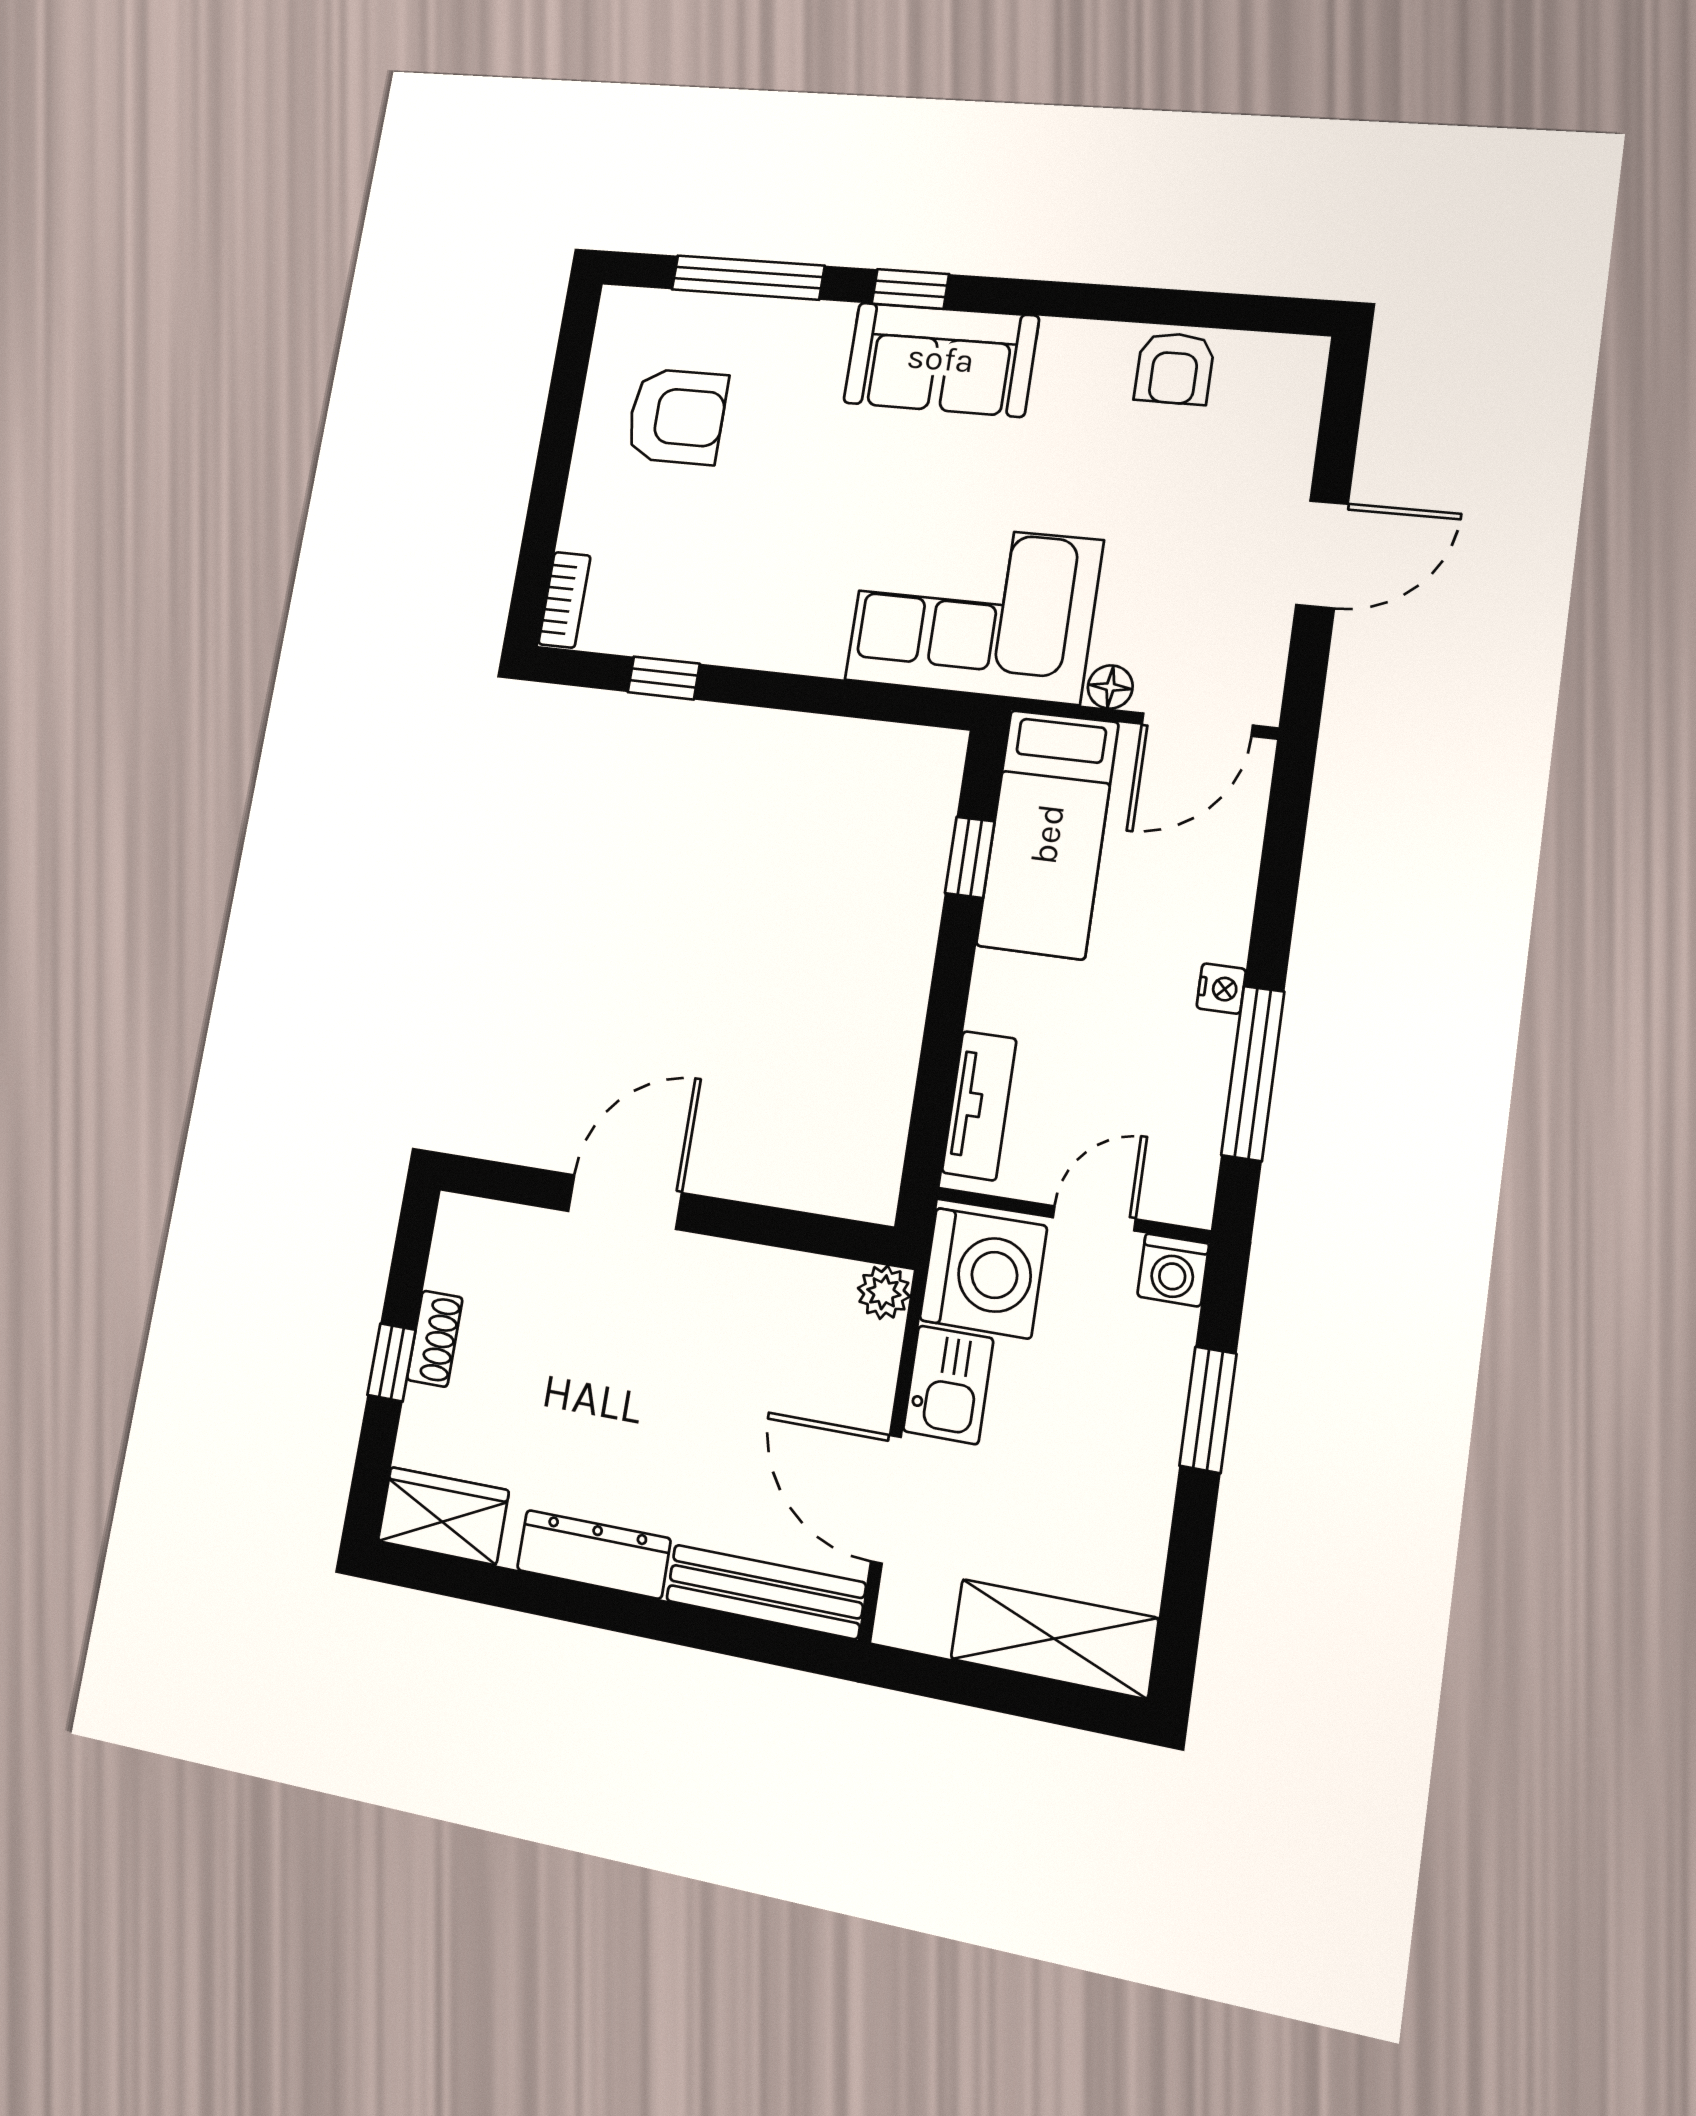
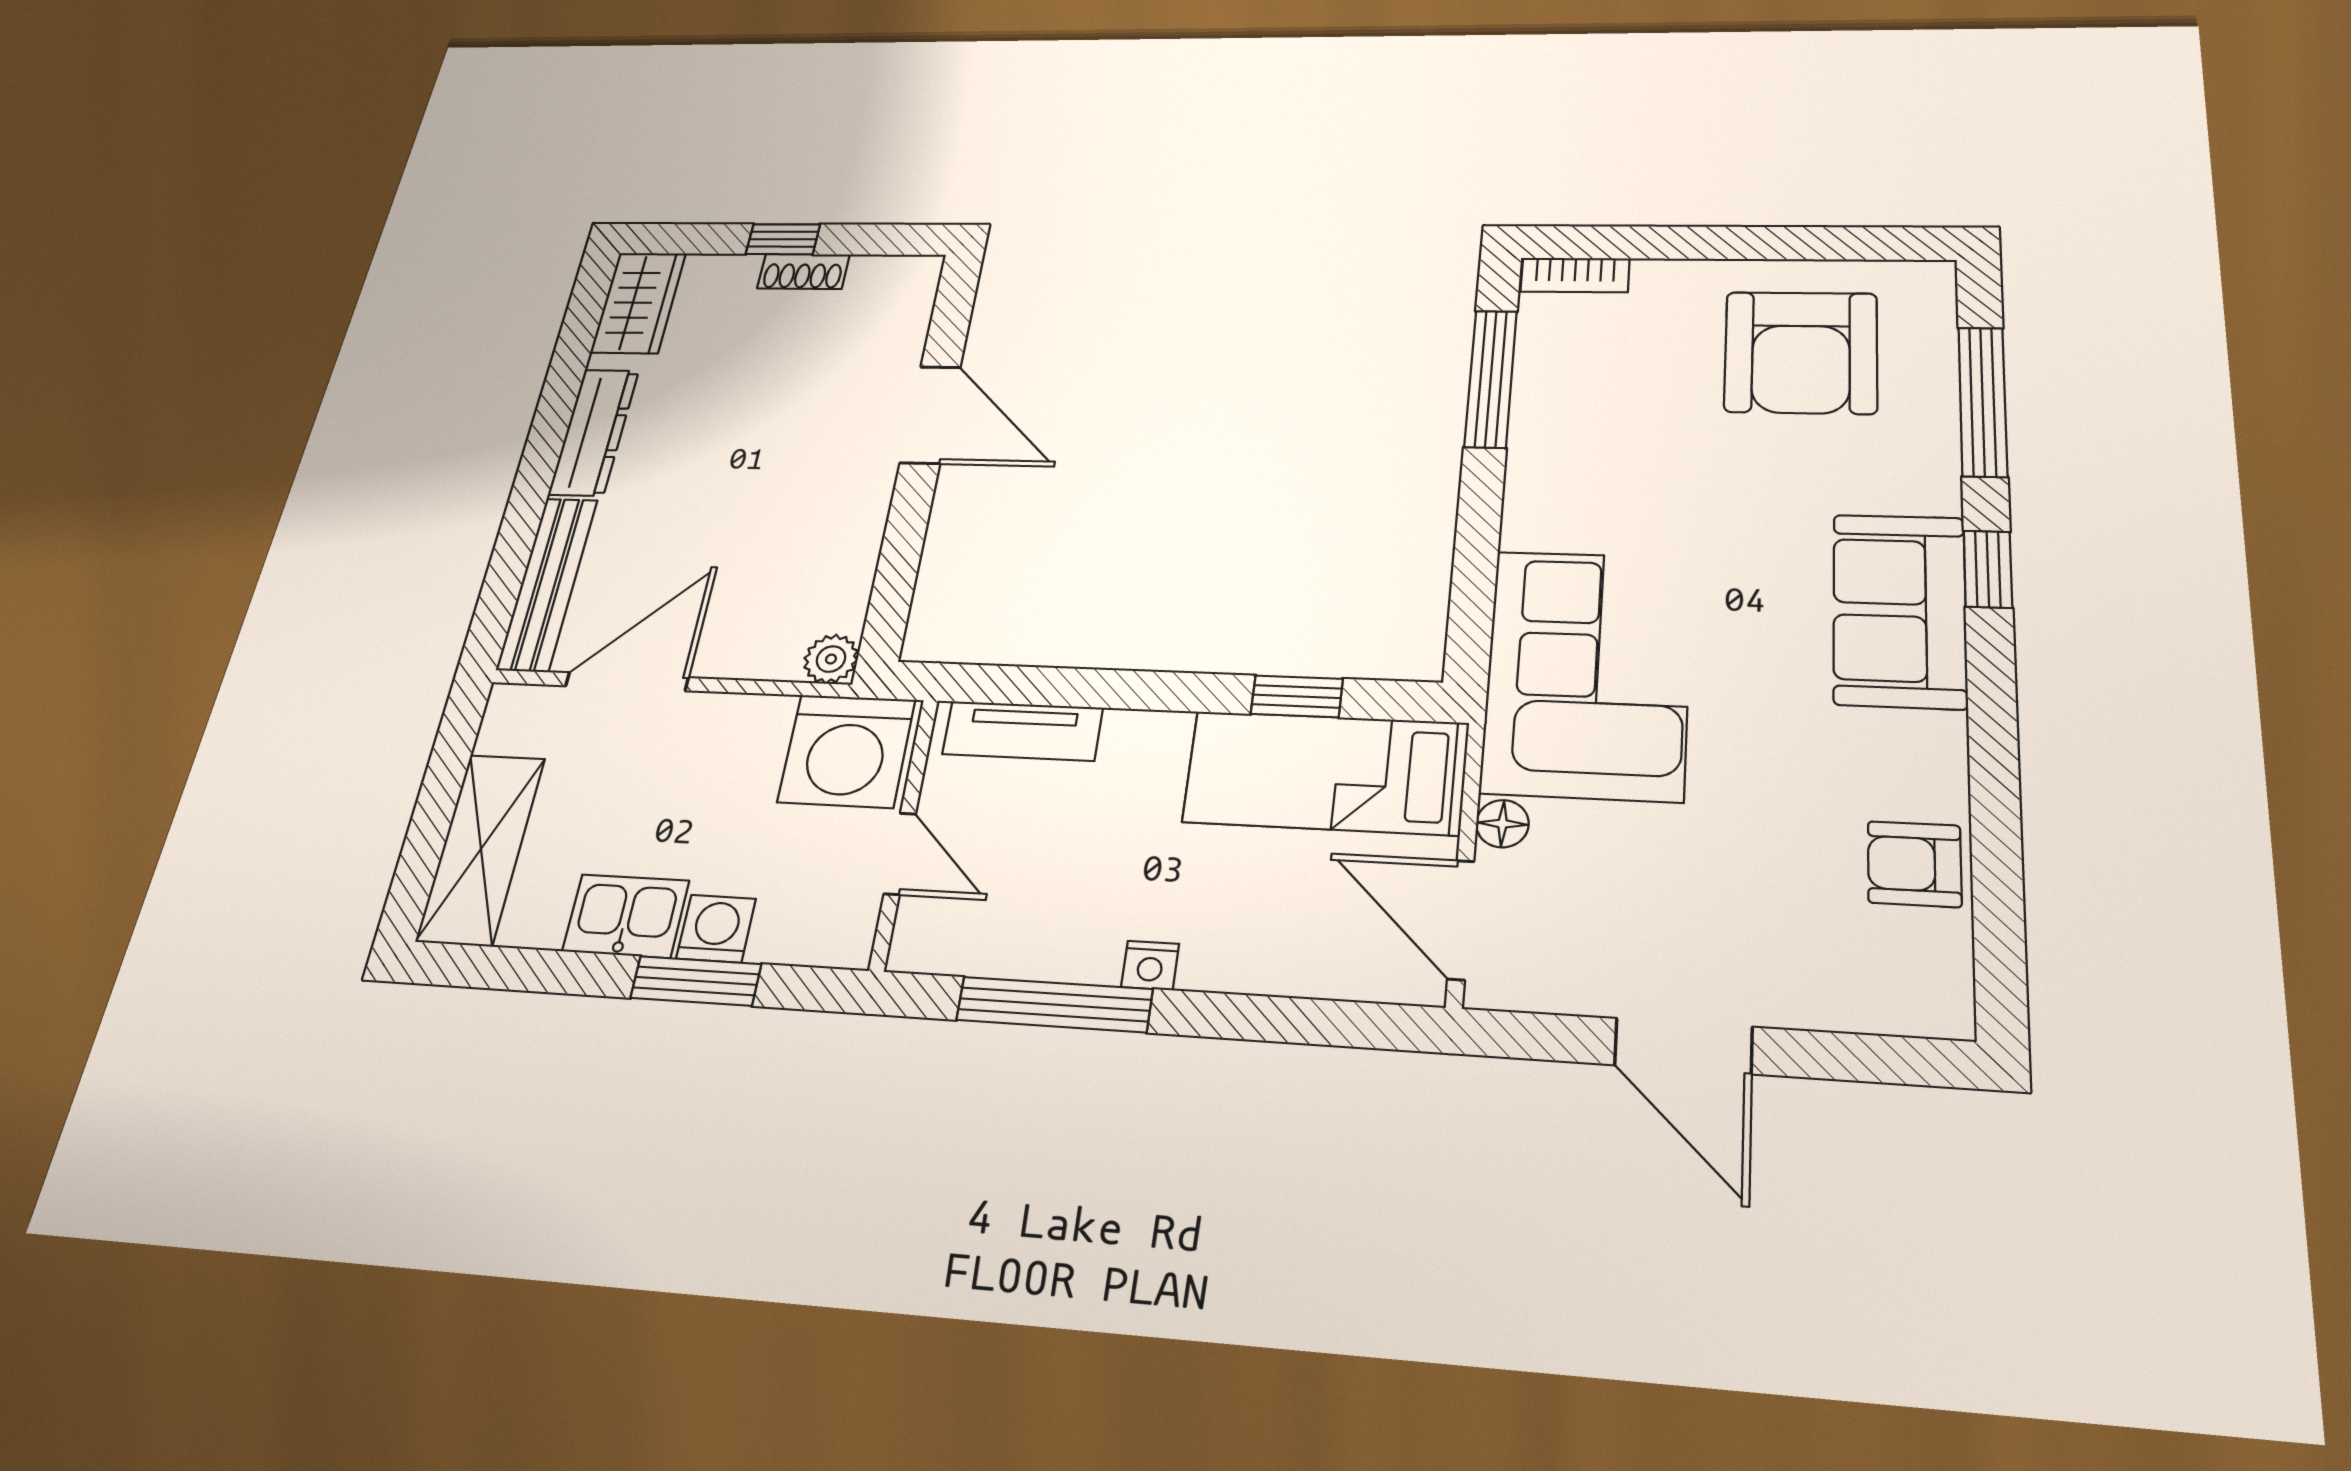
armchair: (677, 417) -> (1801, 352), width x1.36, depth x1.36
window: (664, 678) -> (1491, 379), width x2.17
washing machine: (1173, 1270) -> (716, 929), moved, turned 90
kitchen sink: (948, 1385) -> (626, 916), moved, turned 180

